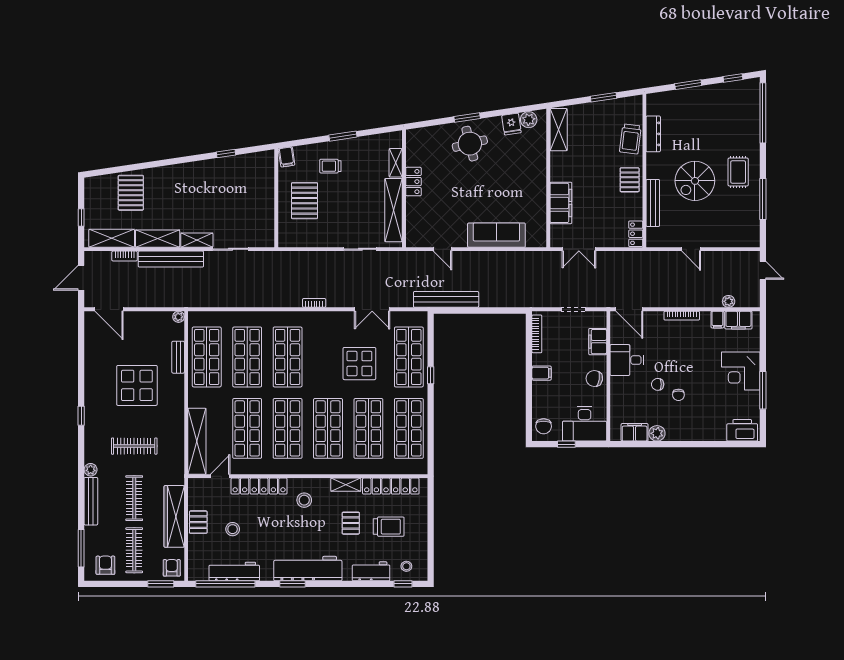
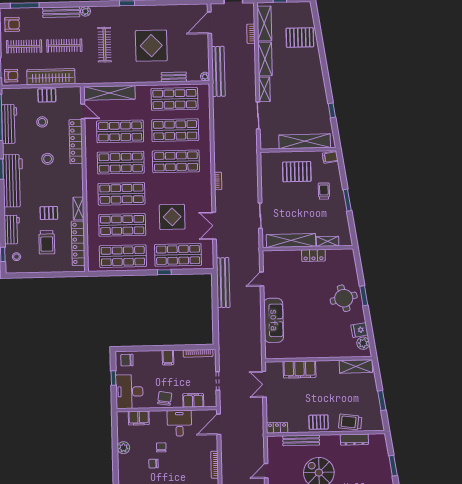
shelving: (265, 189) -> (305, 141), added
bench: (171, 259) -> (218, 71), moved
filing cabinet: (635, 432) -> (139, 418), moved, turned 90
stool: (304, 500) -> (48, 159), moved

